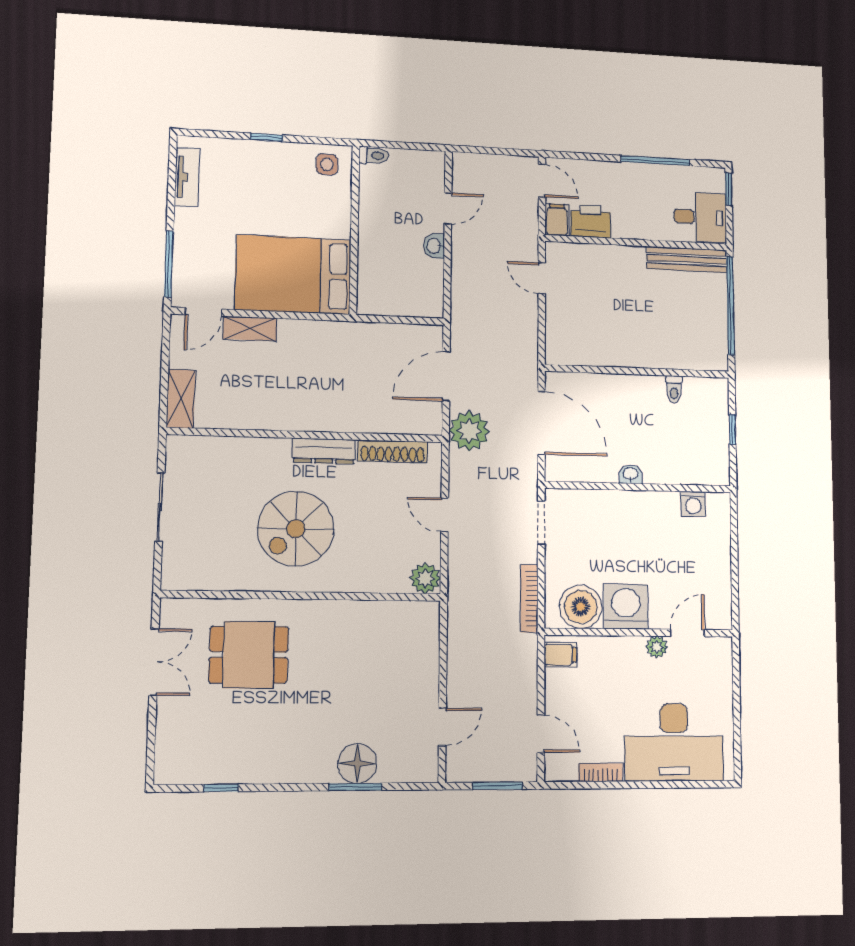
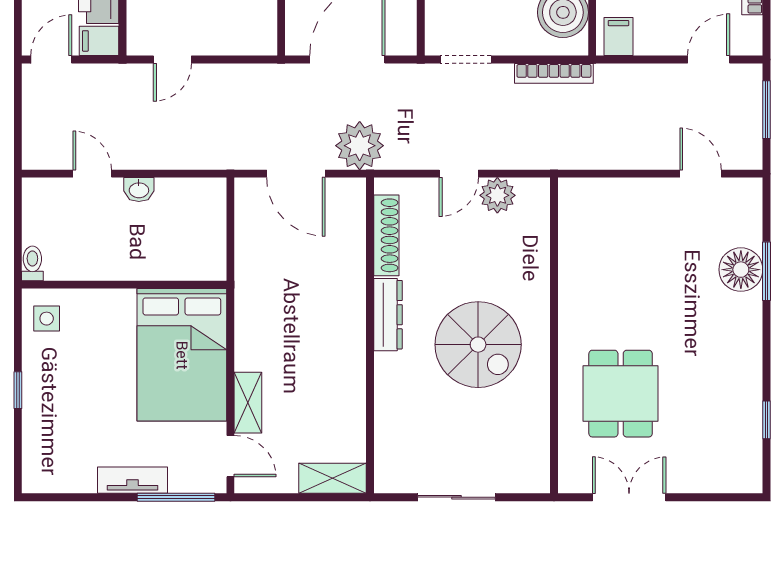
tv unit: (187, 177) -> (133, 480), moved
plant: (425, 578) -> (497, 195), moved

